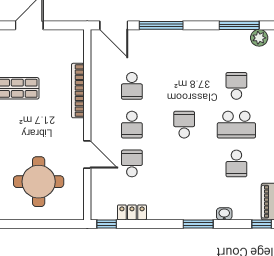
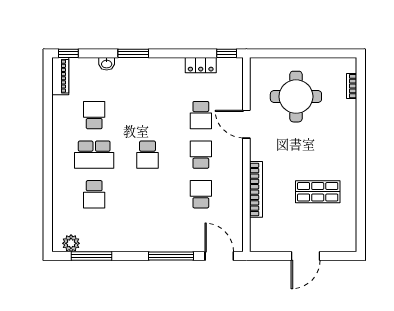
school desk: (236, 125) -> (94, 155), turned 180

